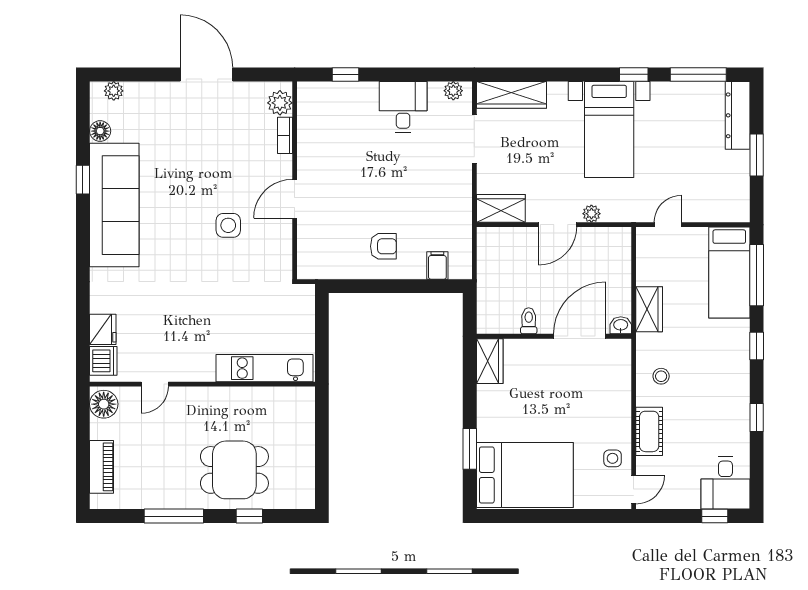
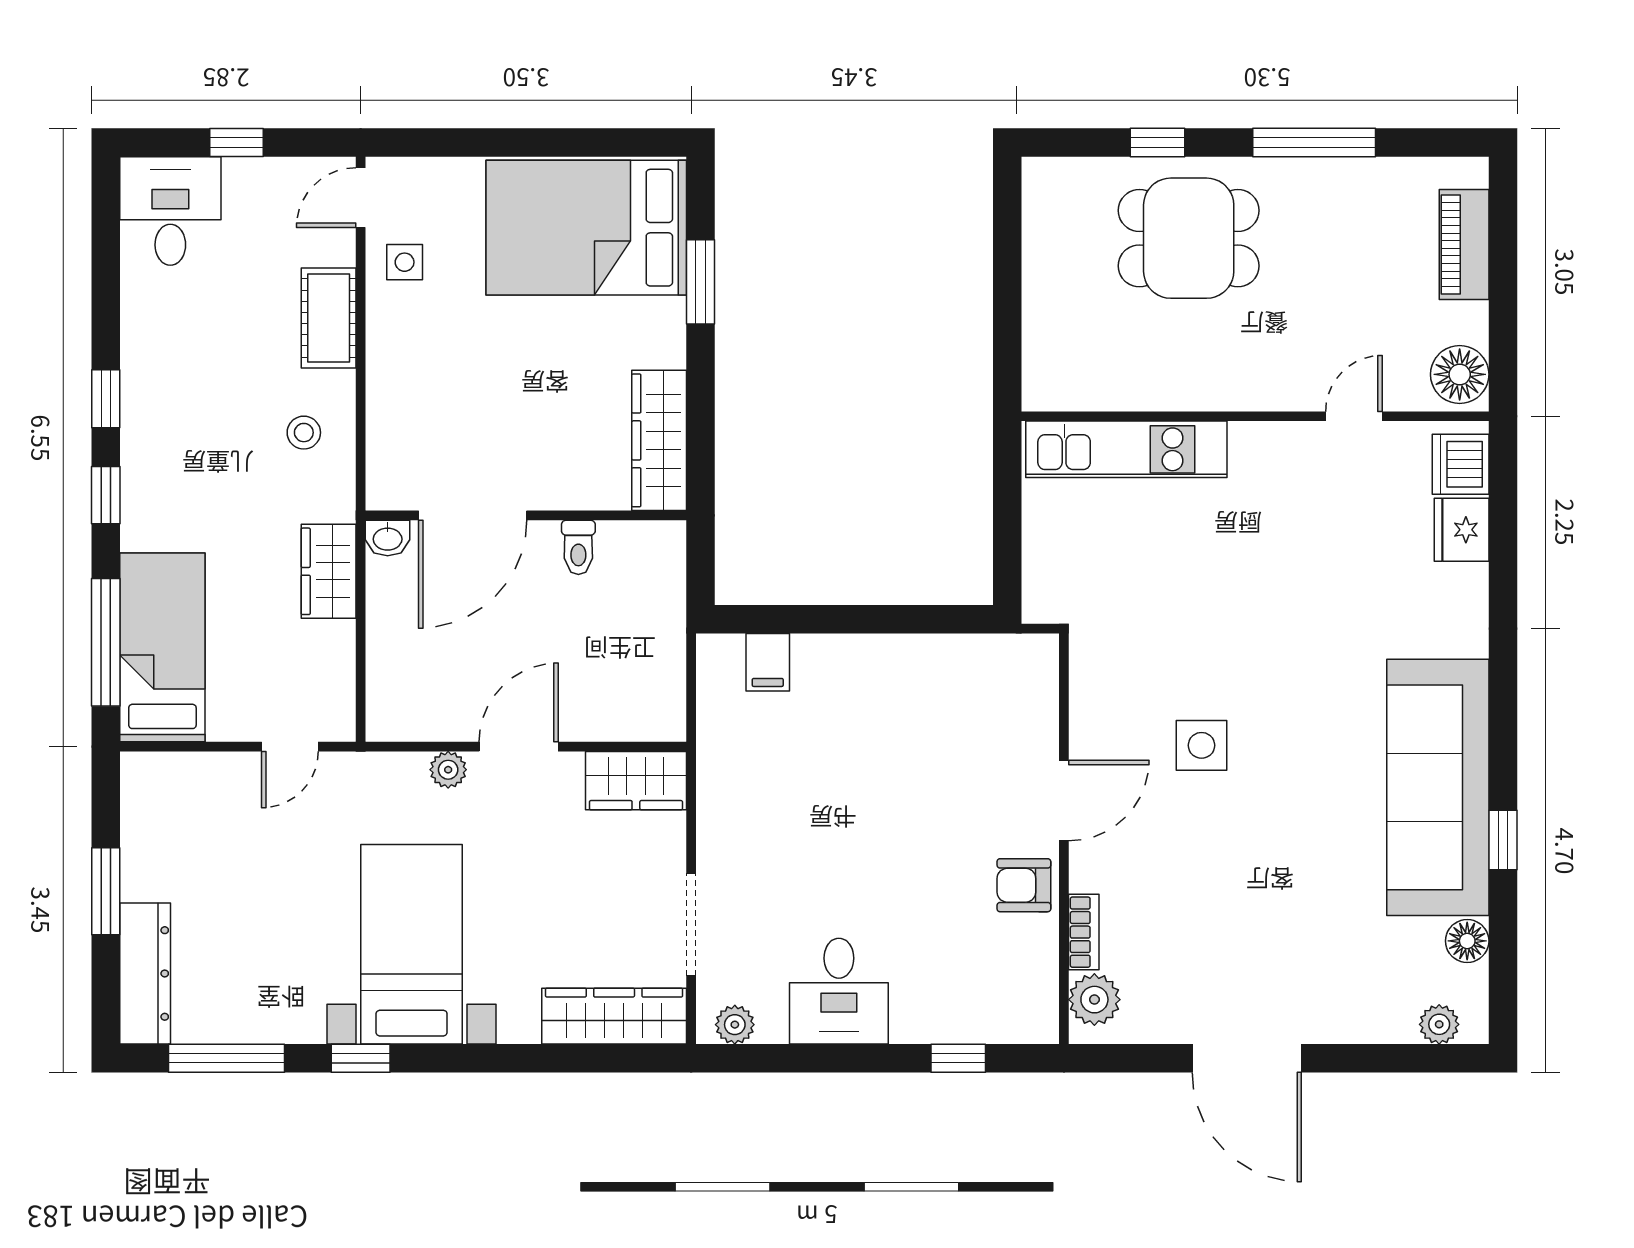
armchair: (383, 246) -> (1024, 885), moved
wardrobe: (490, 361) -> (659, 440), width x1.50
window: (757, 418) -> (106, 399), moved
window: (715, 516) -> (237, 142), moved

